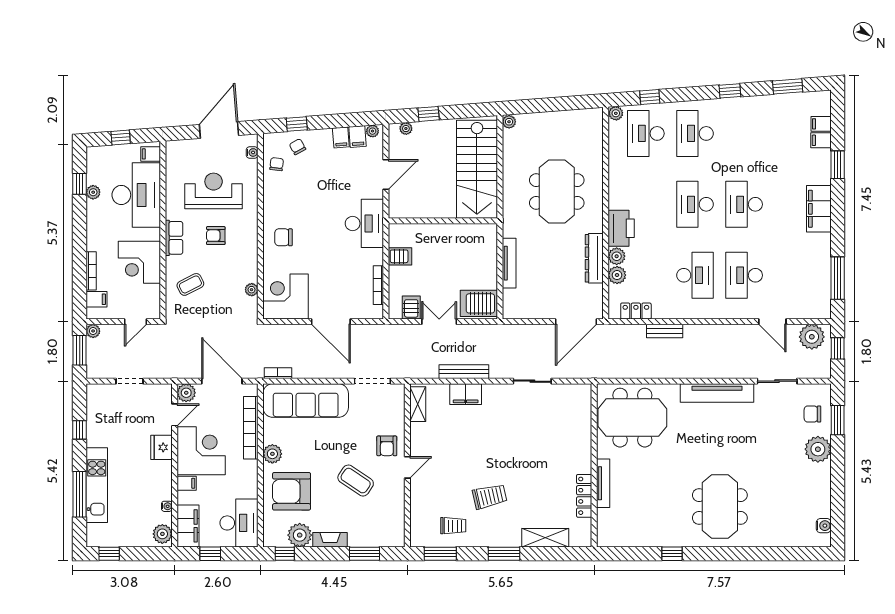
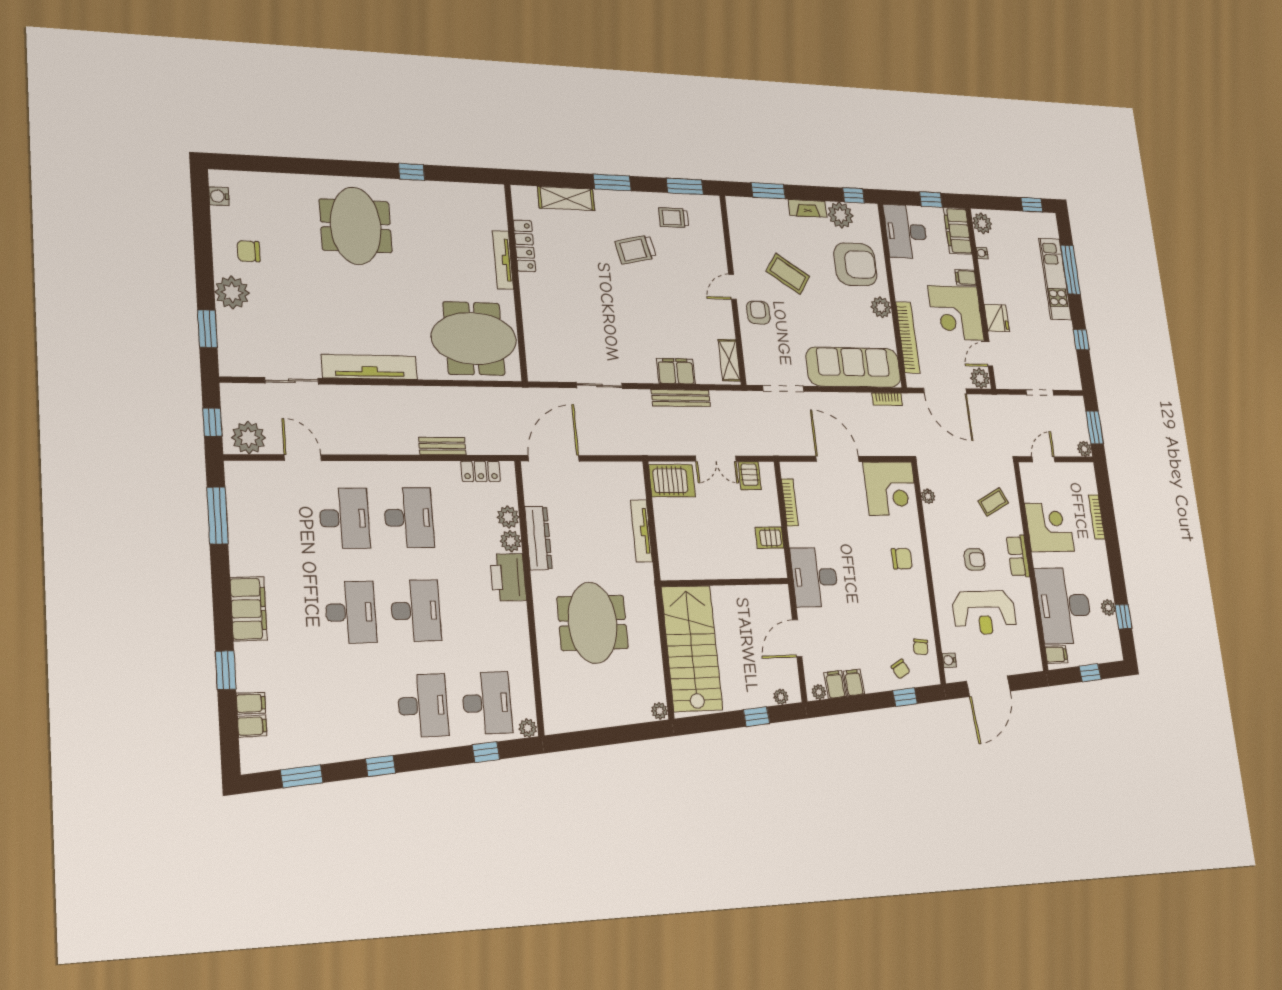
desk: (695, 275) -> (409, 518), turned 180
filing cabinet: (97, 299) -> (1086, 485), removed
chair: (812, 414) -> (249, 251), moved, turned 180

